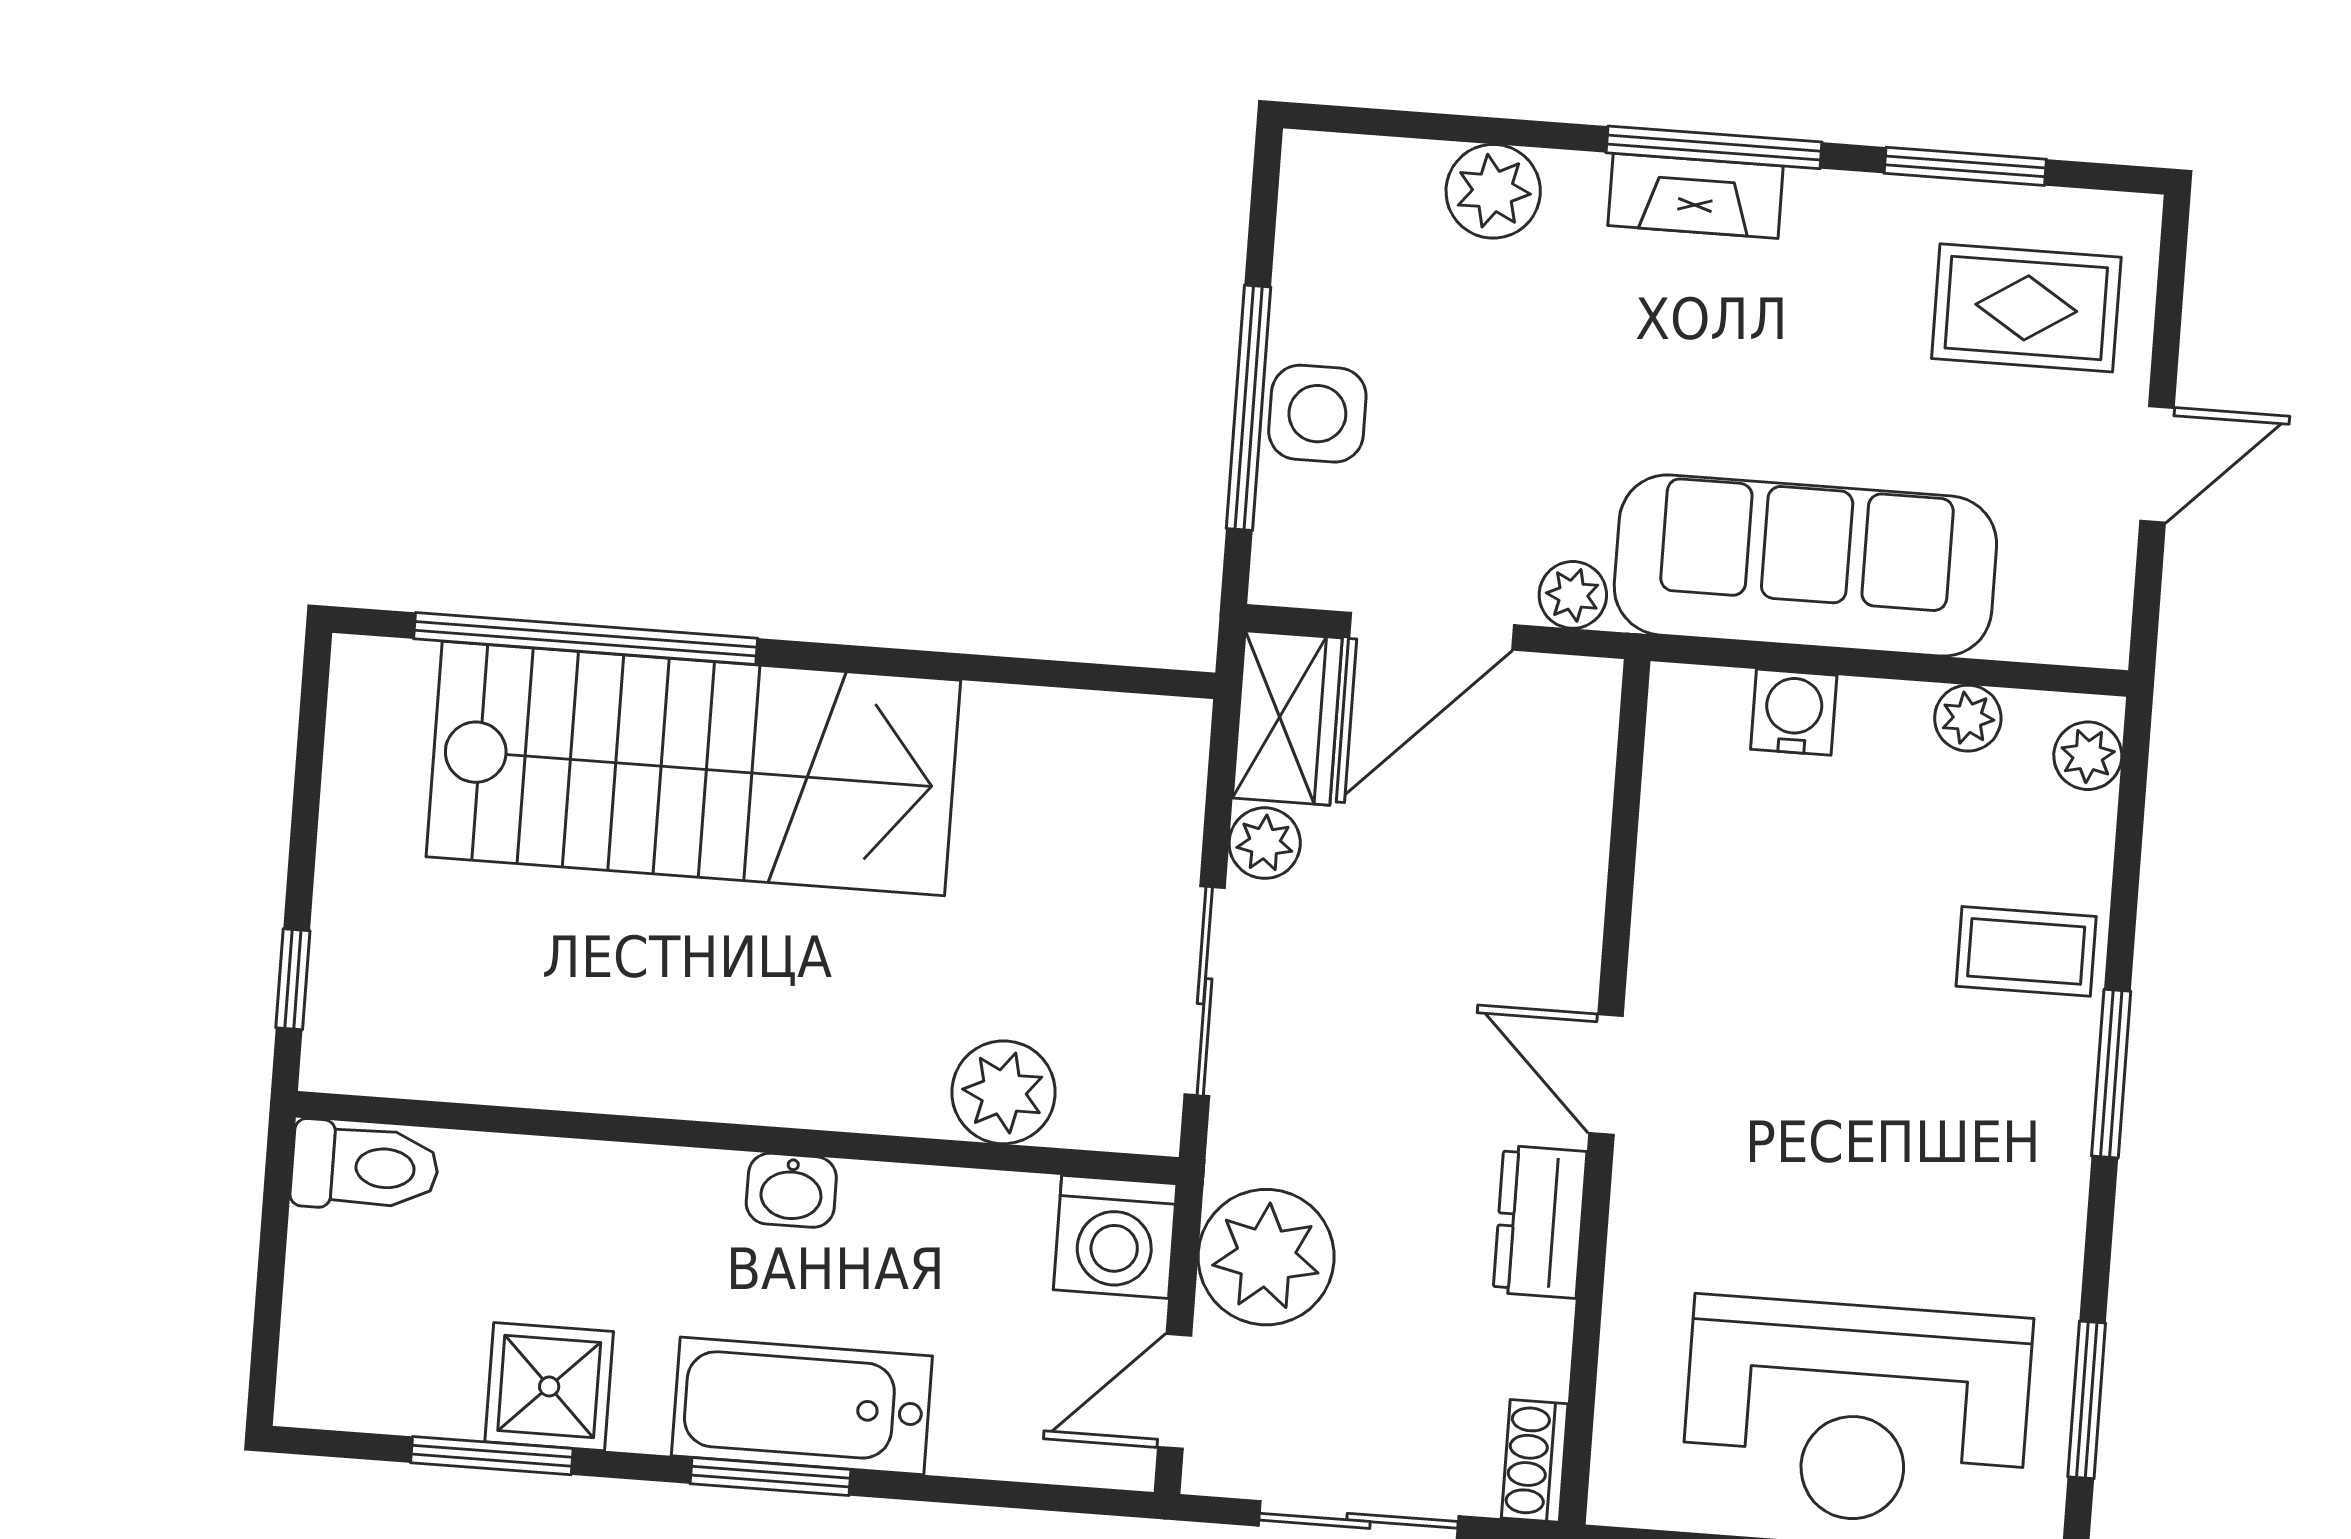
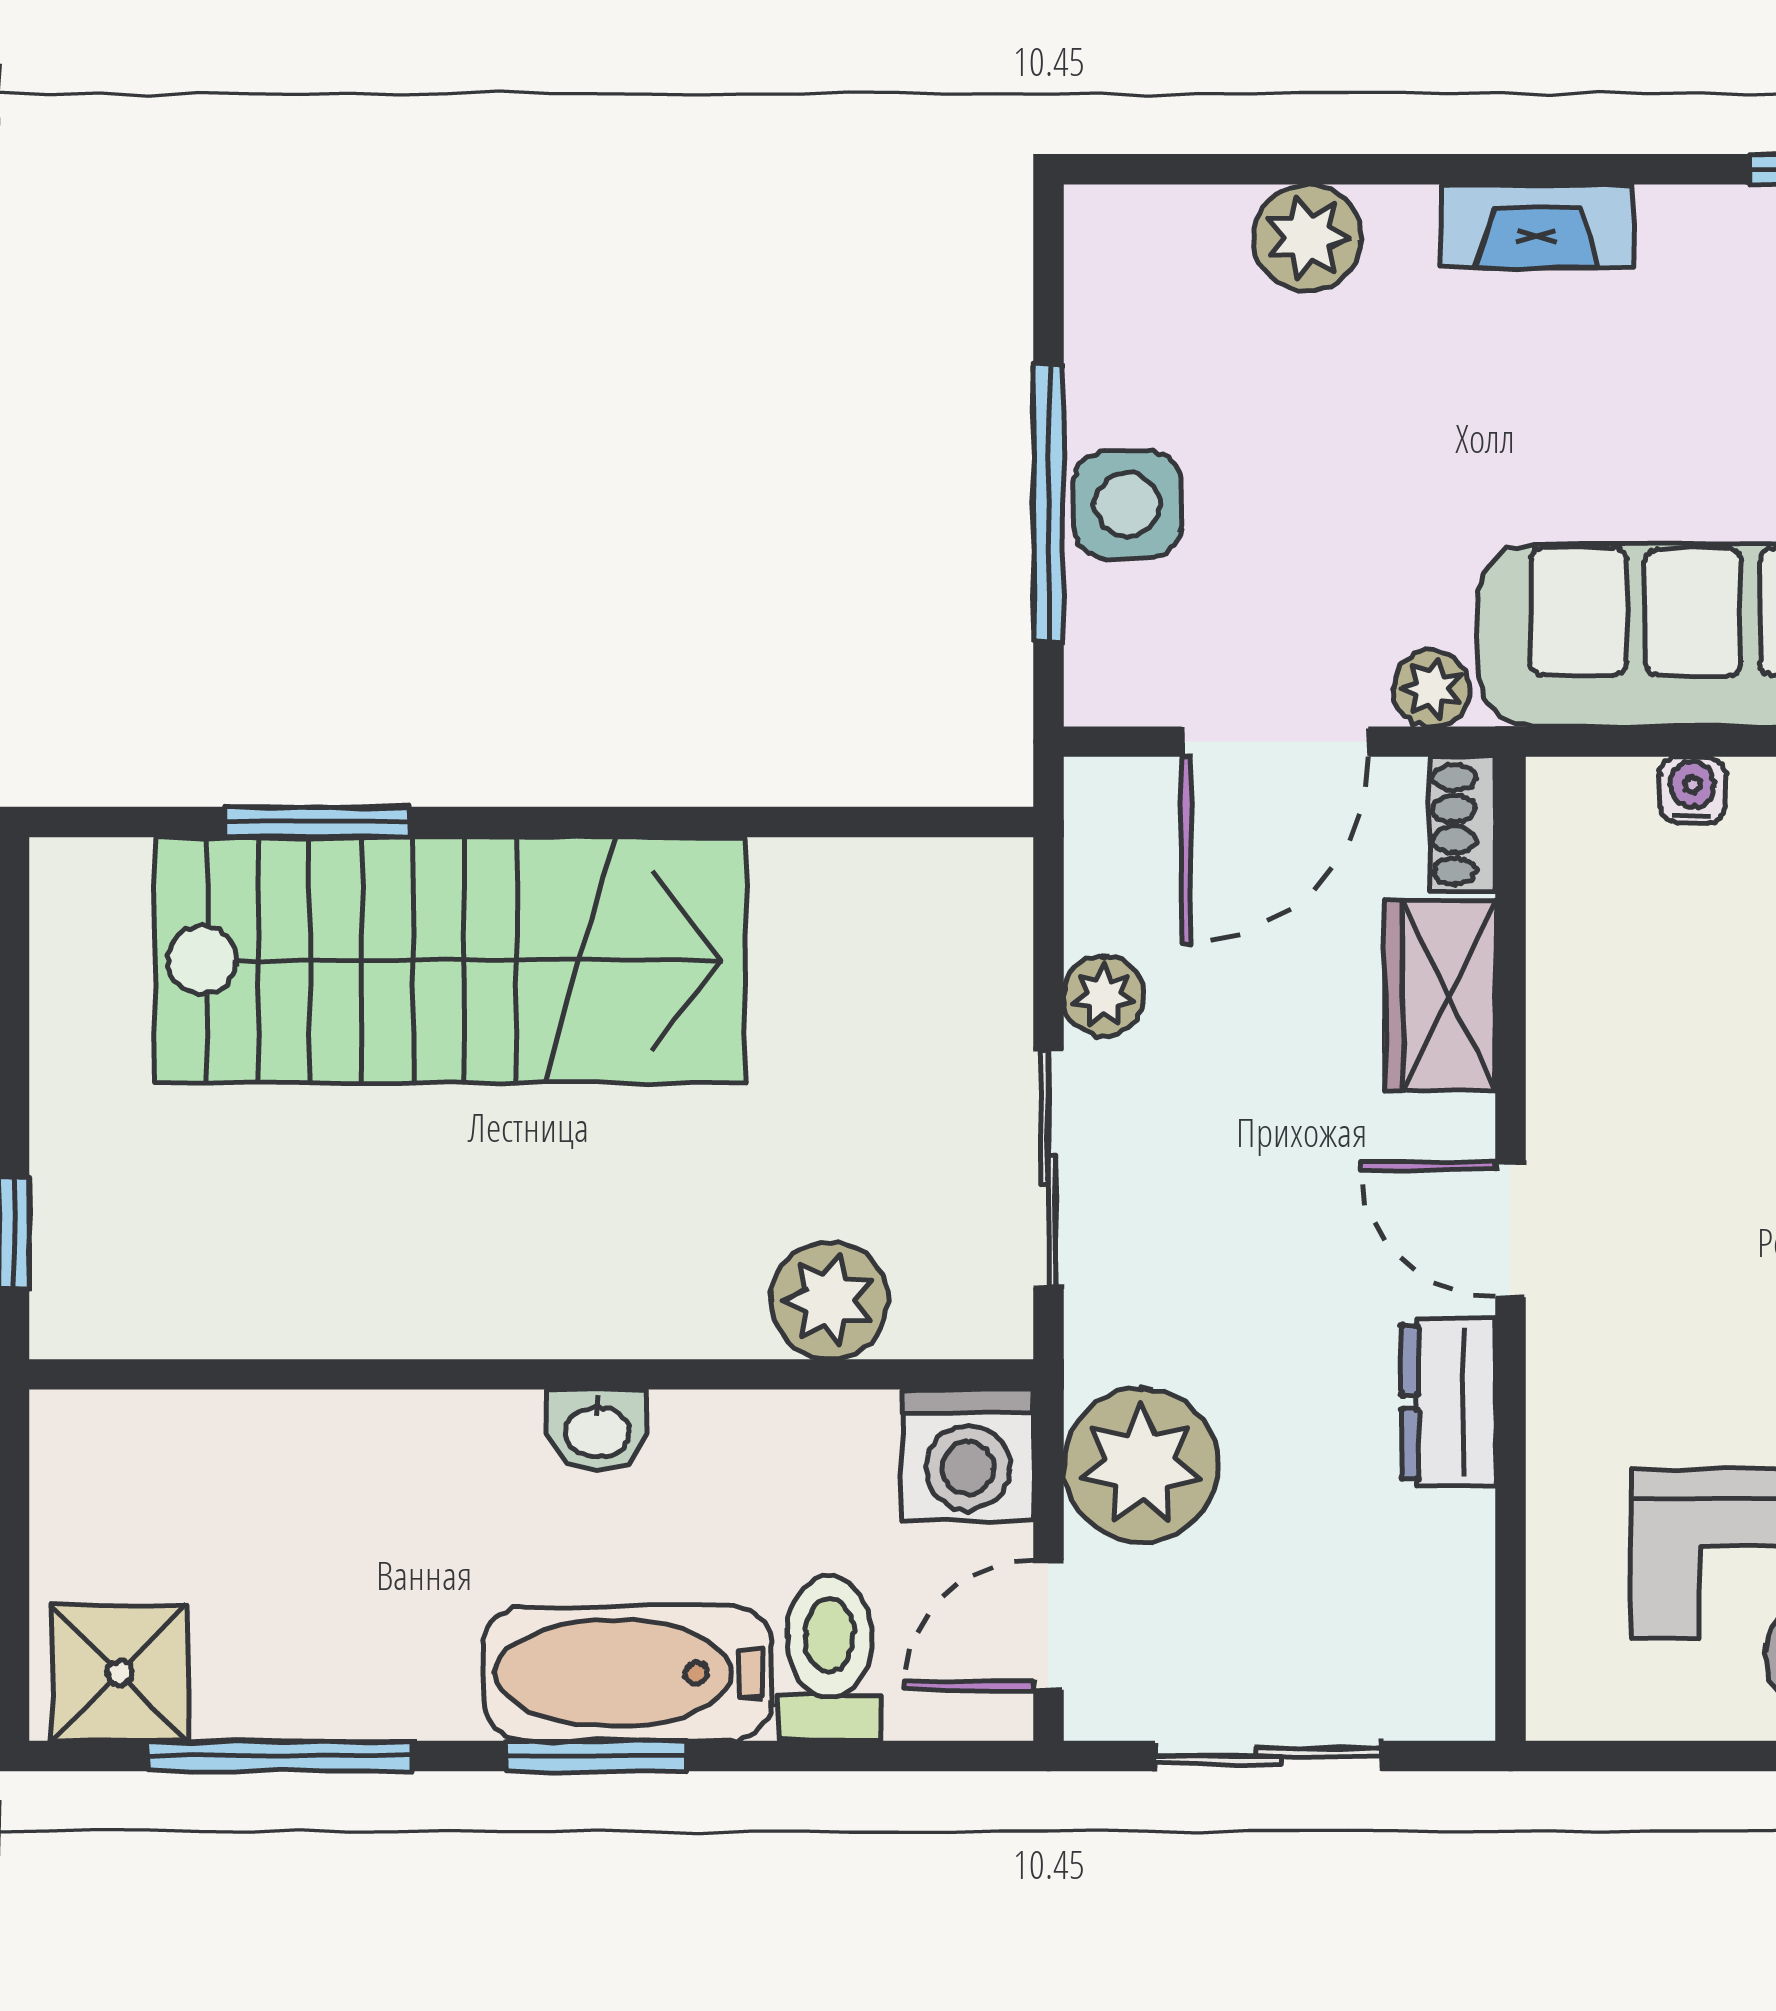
window: (1714, 147) -> (1554, 169), removed
window: (586, 639) -> (317, 822), width x0.47
water cooler: (1794, 712) -> (1692, 790), width x0.72, depth x0.72
wardrobe: (1287, 718) -> (1440, 995), moved, turned 180
toilet: (365, 1167) -> (829, 1658), moved, turned -90
shower: (549, 1387) -> (119, 1673), moved
window: (492, 1456) -> (280, 1756), width x1.44
shoe rack: (1535, 1461) -> (1463, 824), moved

